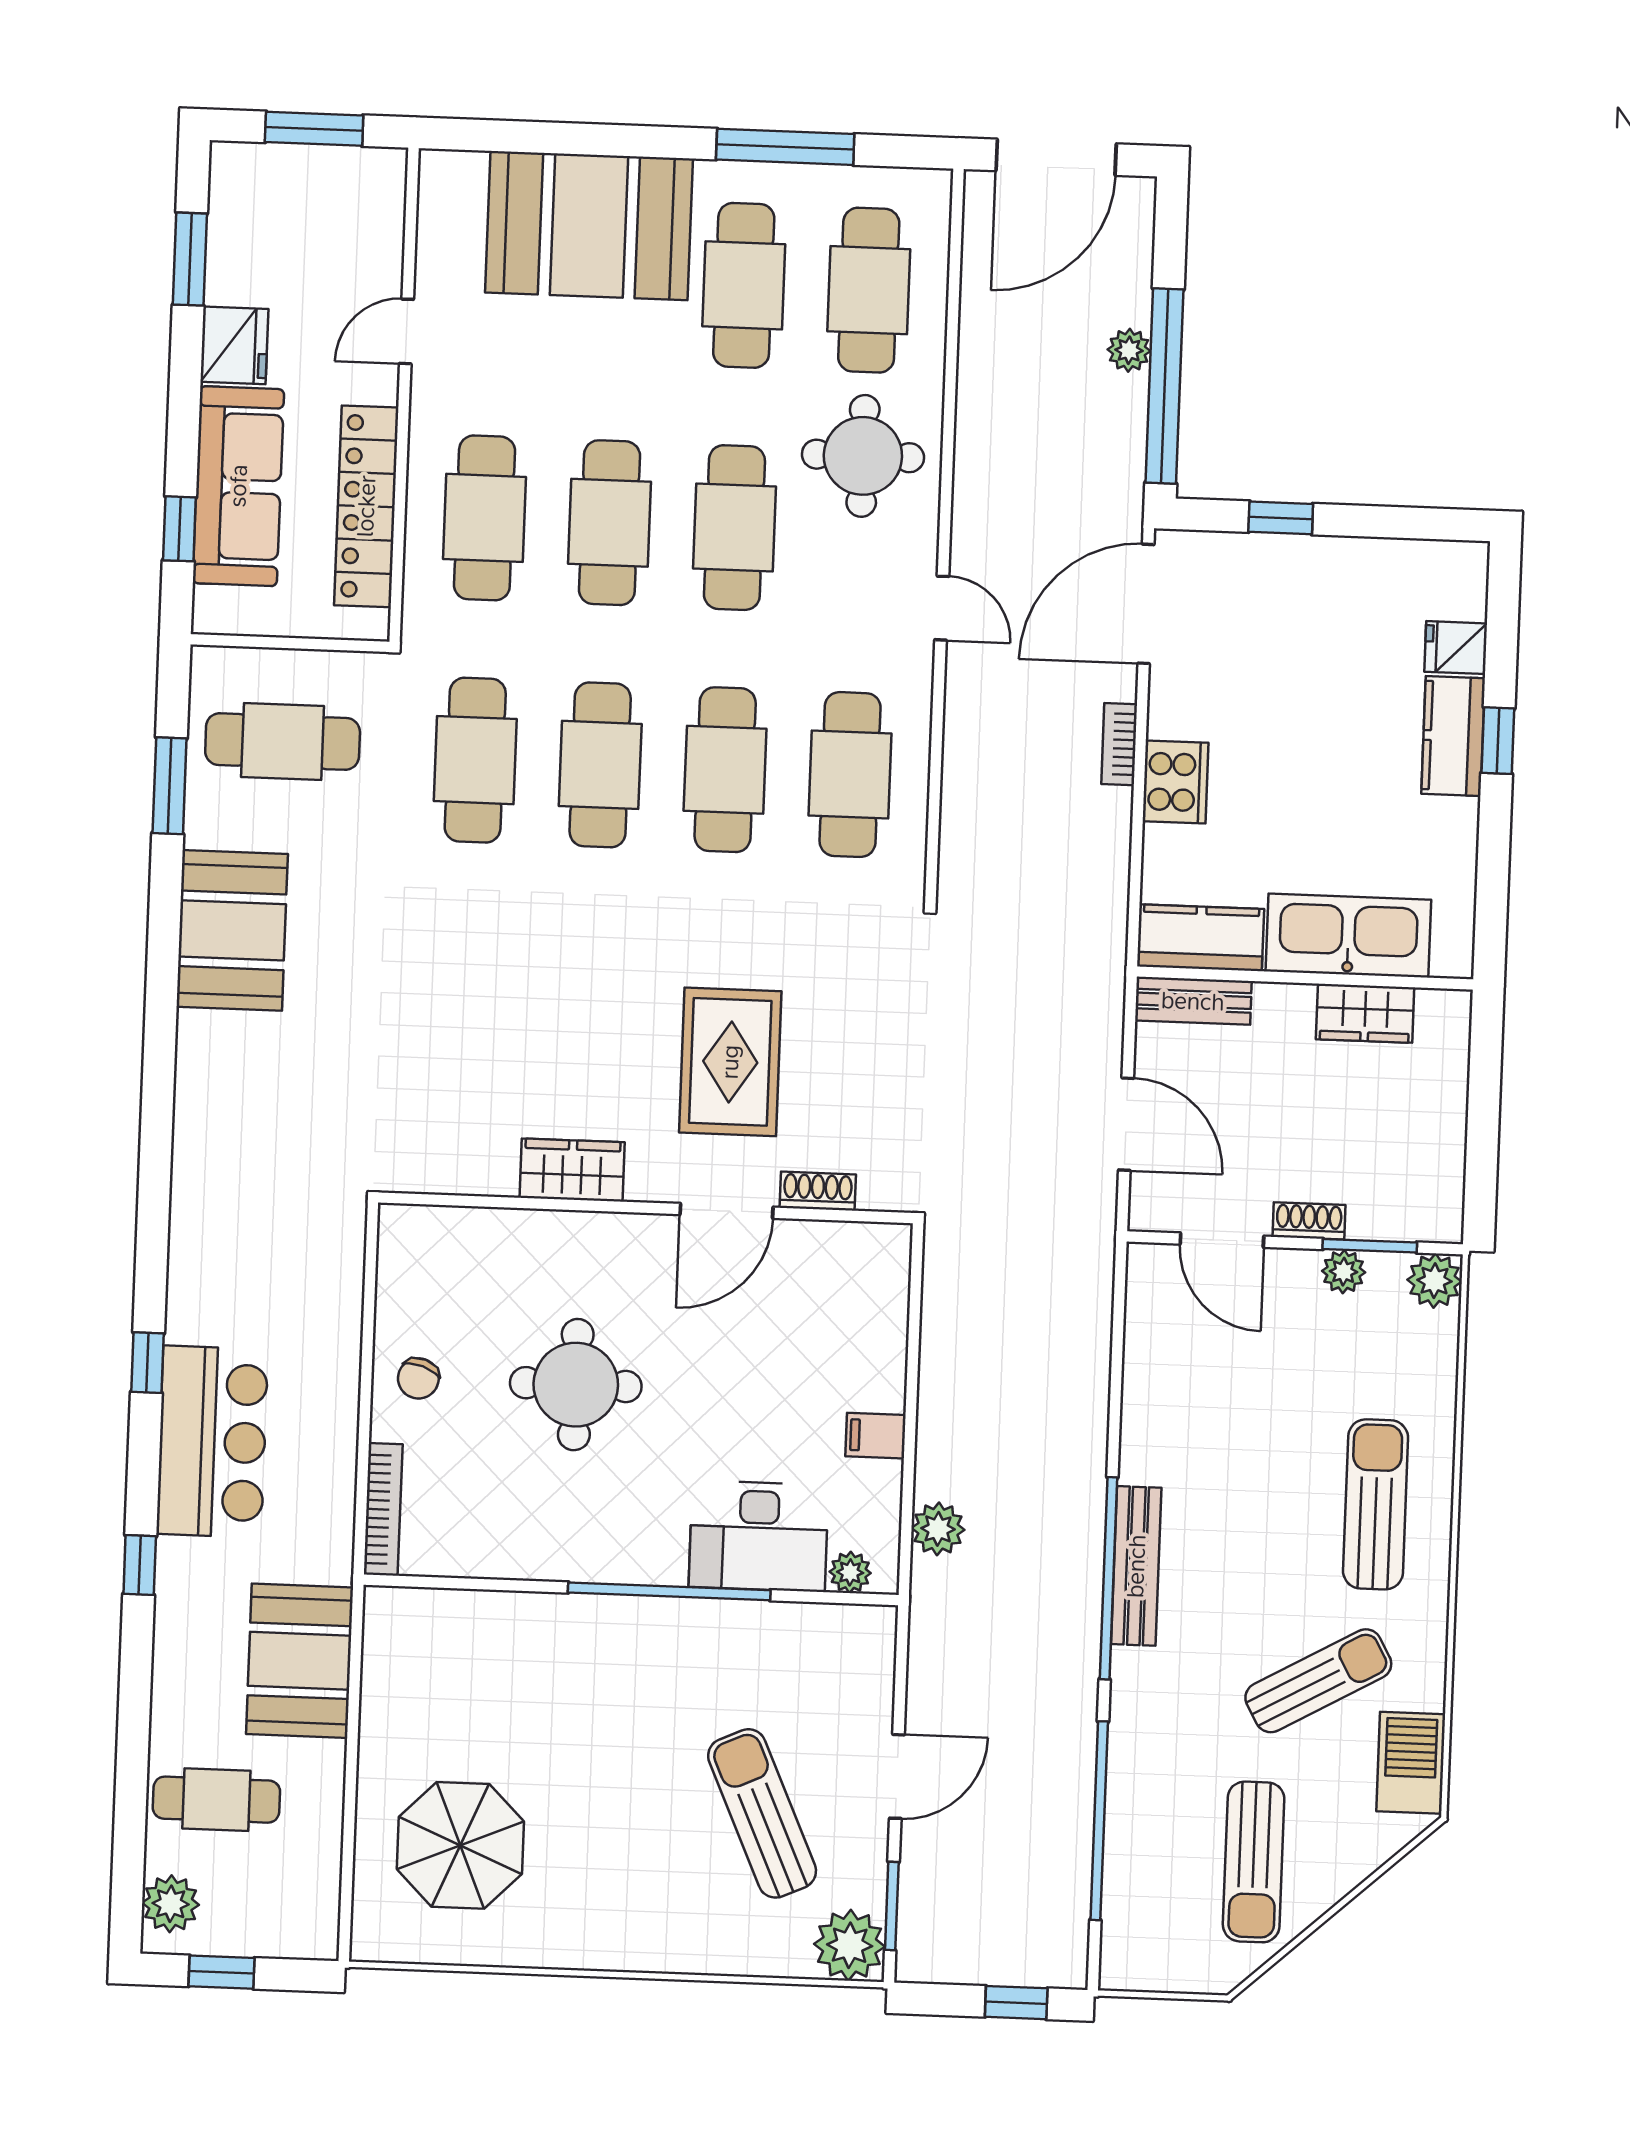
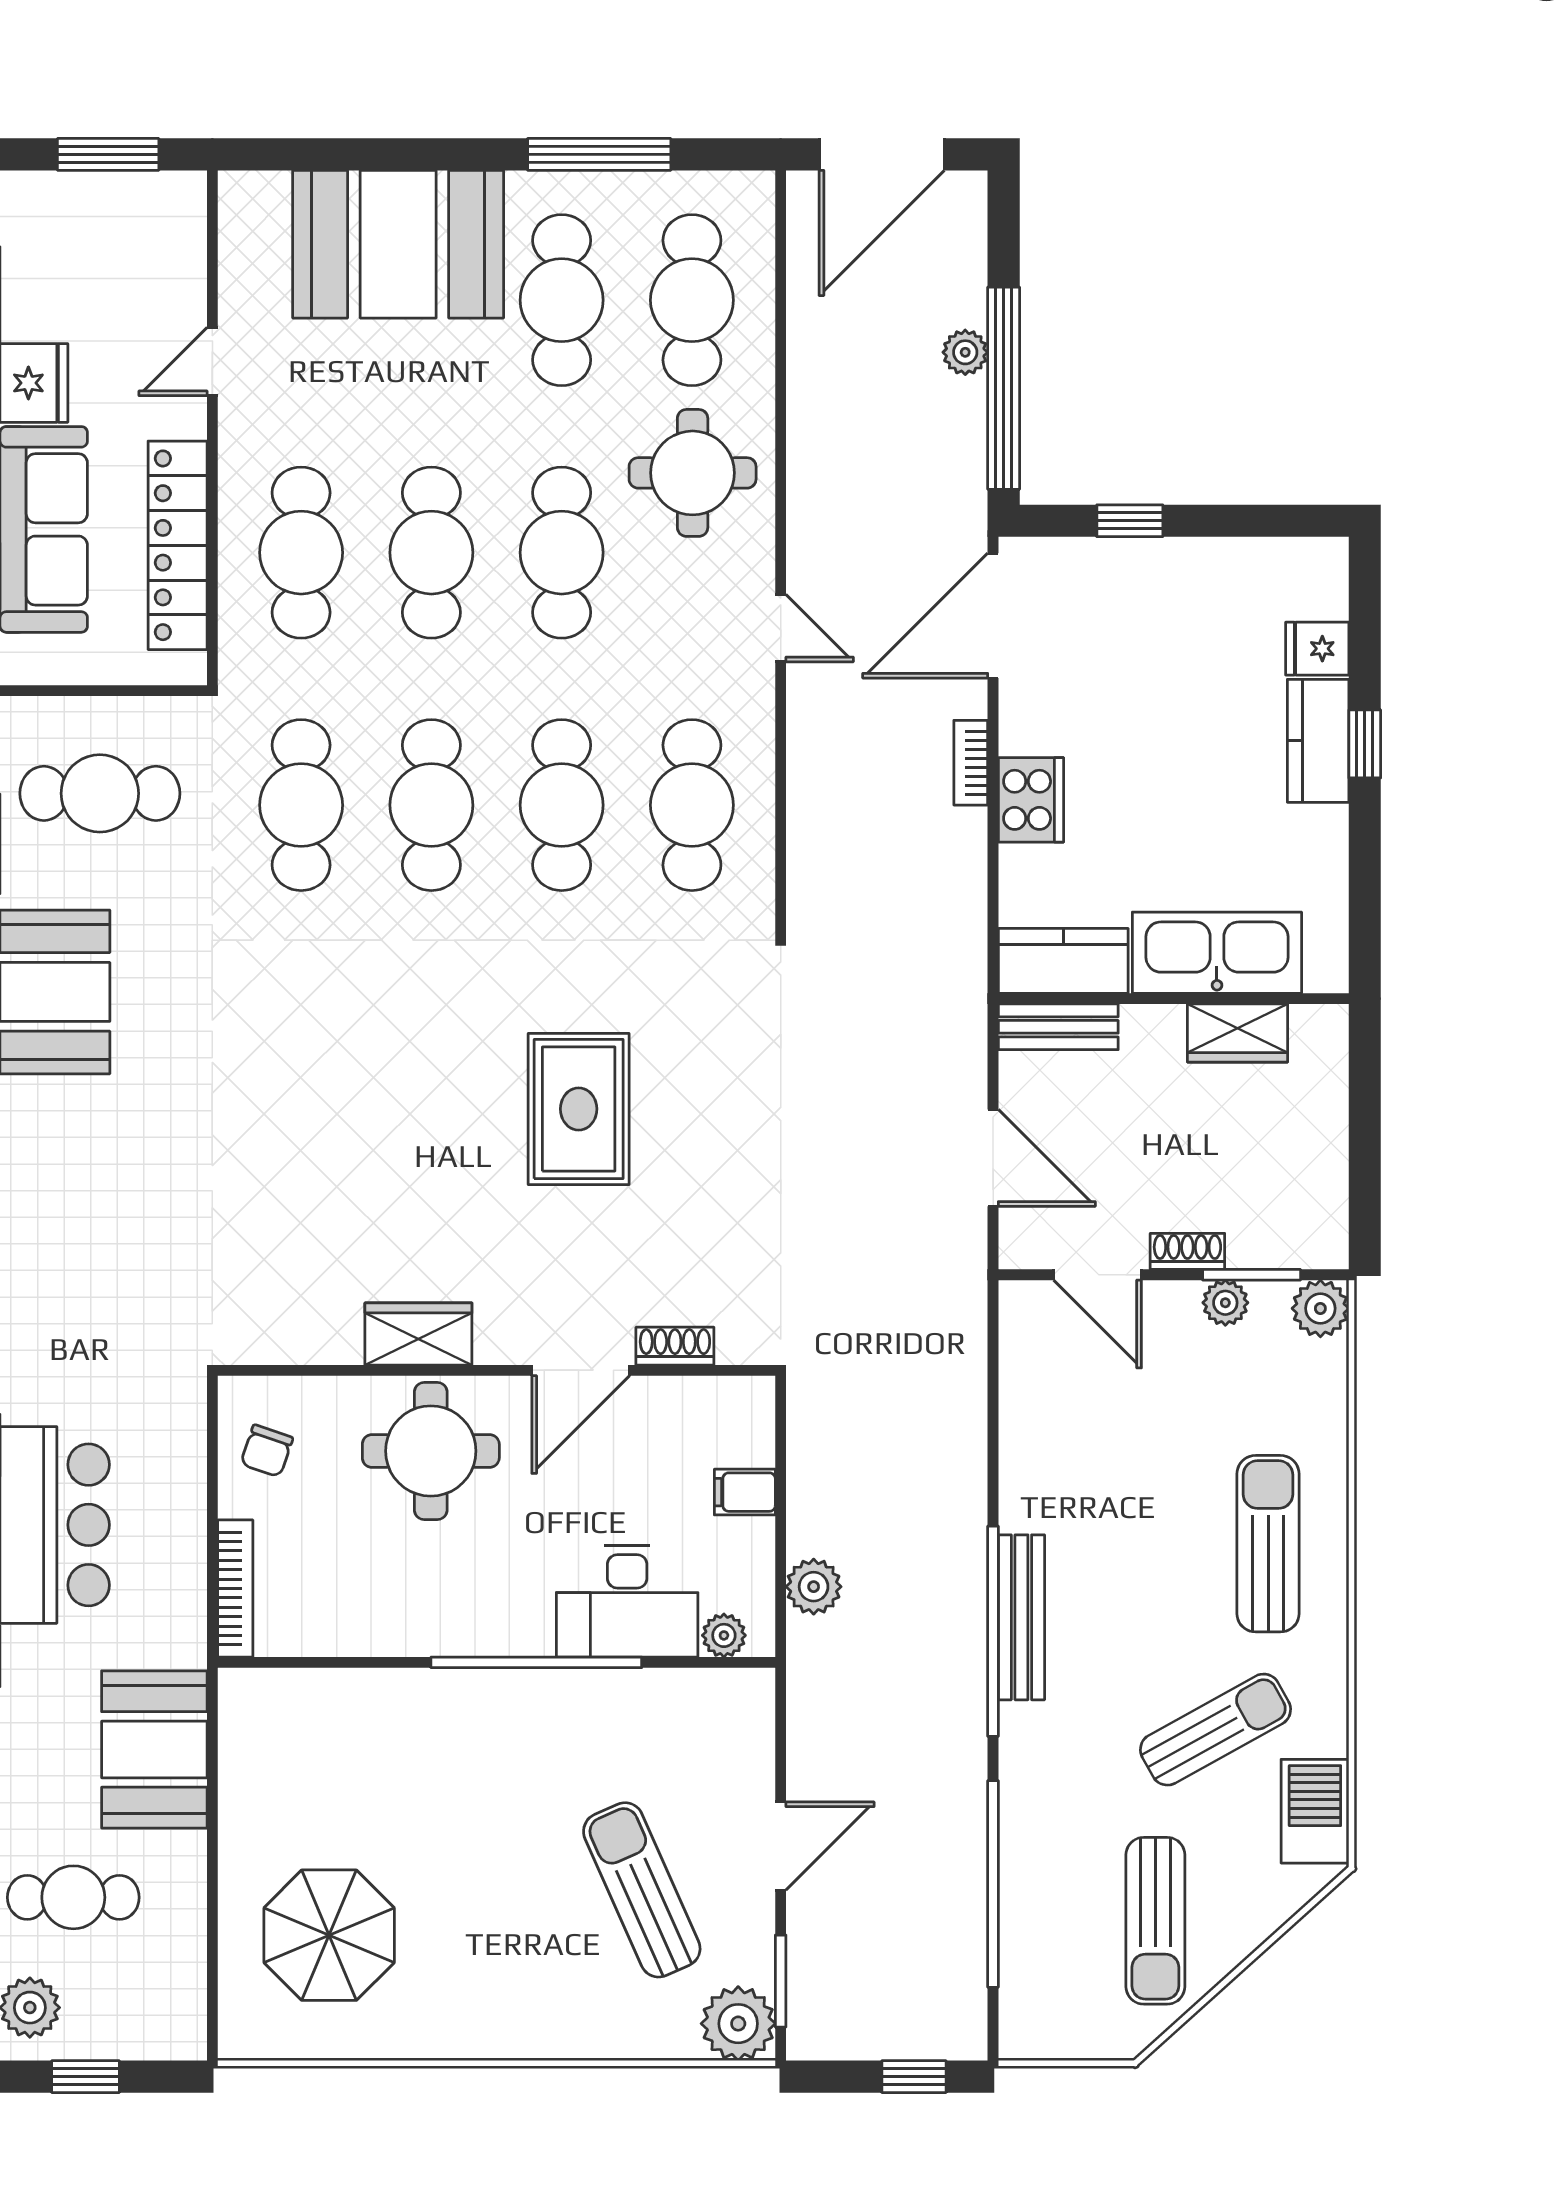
wardrobe: (572, 1170) -> (418, 1334), moved
shoe rack: (818, 1191) -> (675, 1346), moved
wall: (646, 1208) -> (497, 1370), moved
door: (726, 1211) -> (581, 1370), moved

